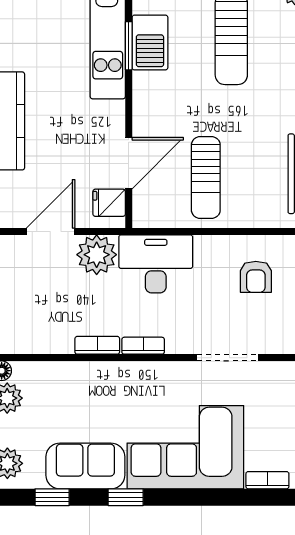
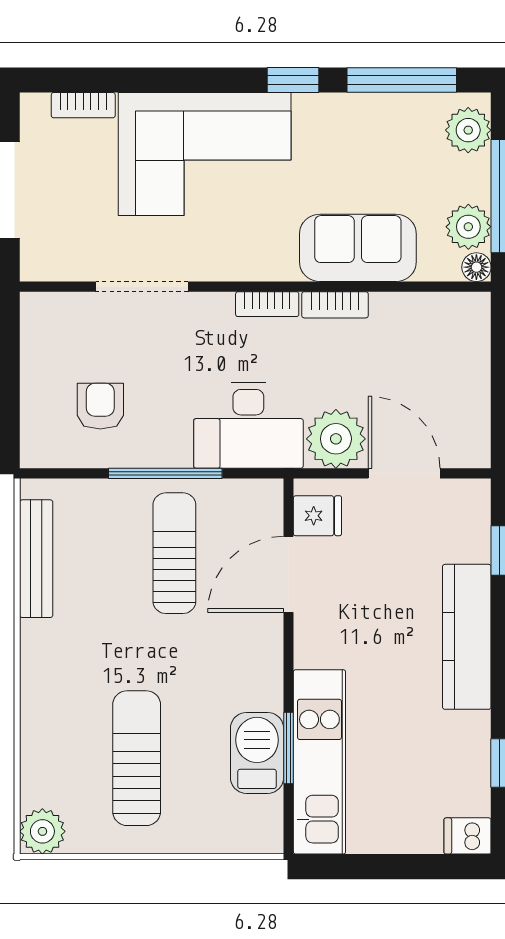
door: (51, 231) -> (404, 473), swing flipped
window: (212, 231) -> (165, 473), added
sofa: (85, 466) -> (358, 248), moved, turned 180
window: (52, 497) -> (402, 80), width x2.17

